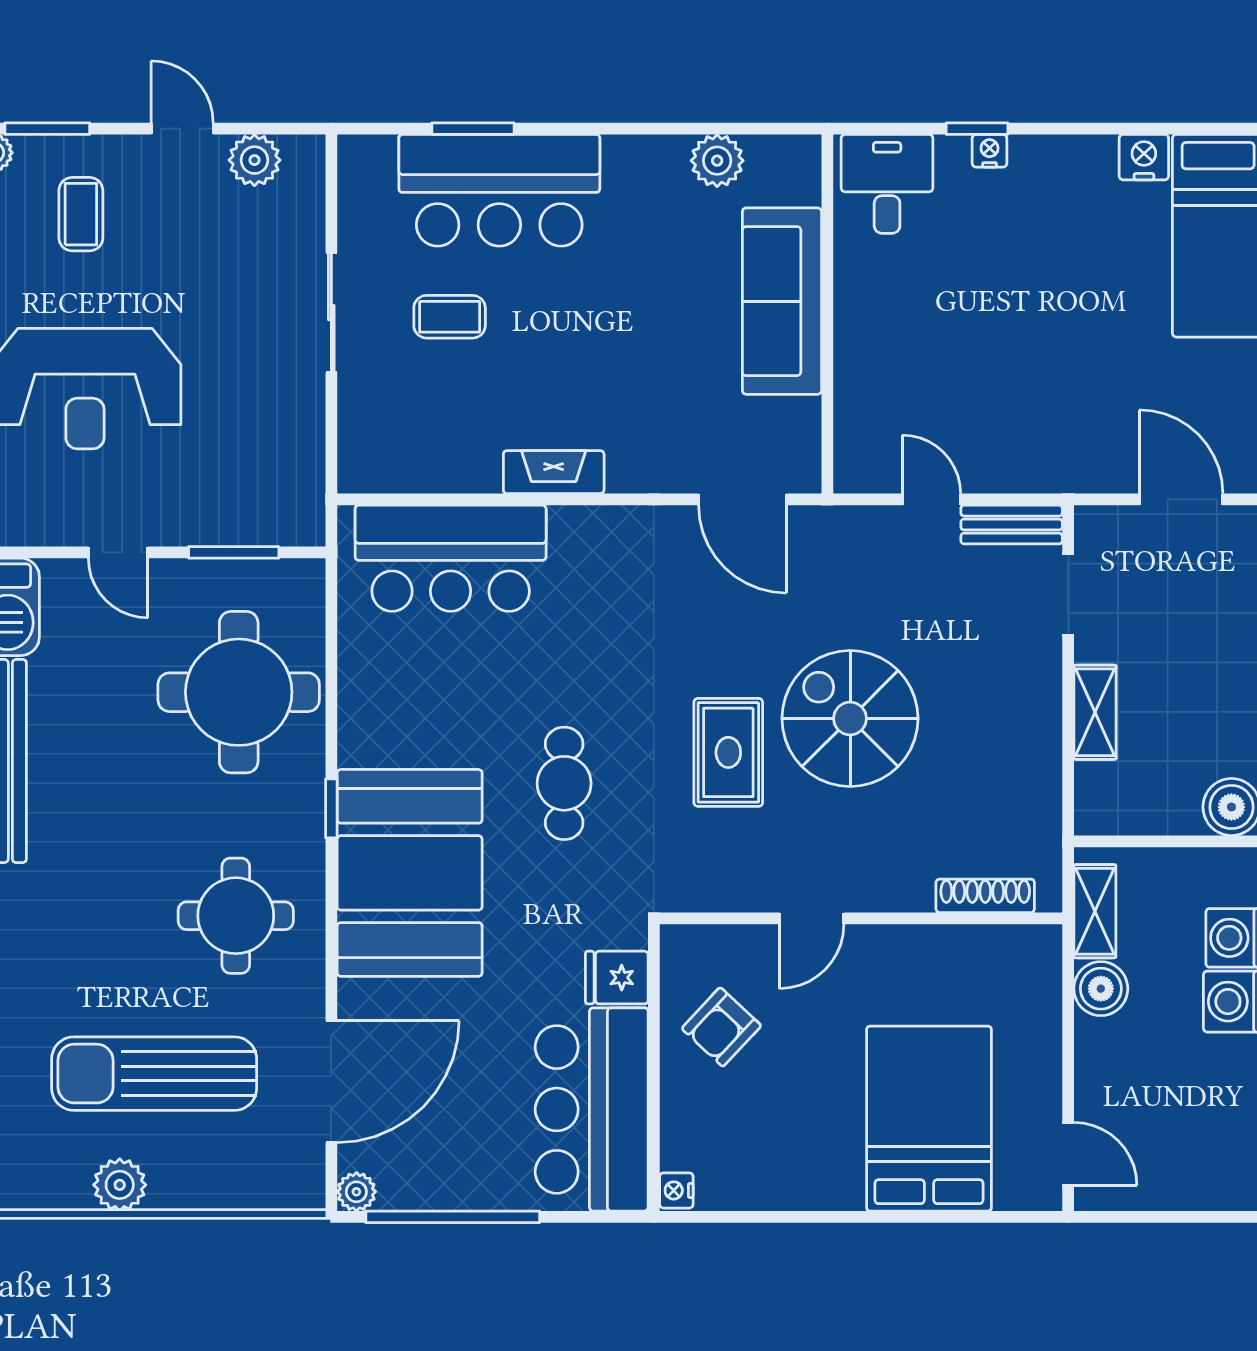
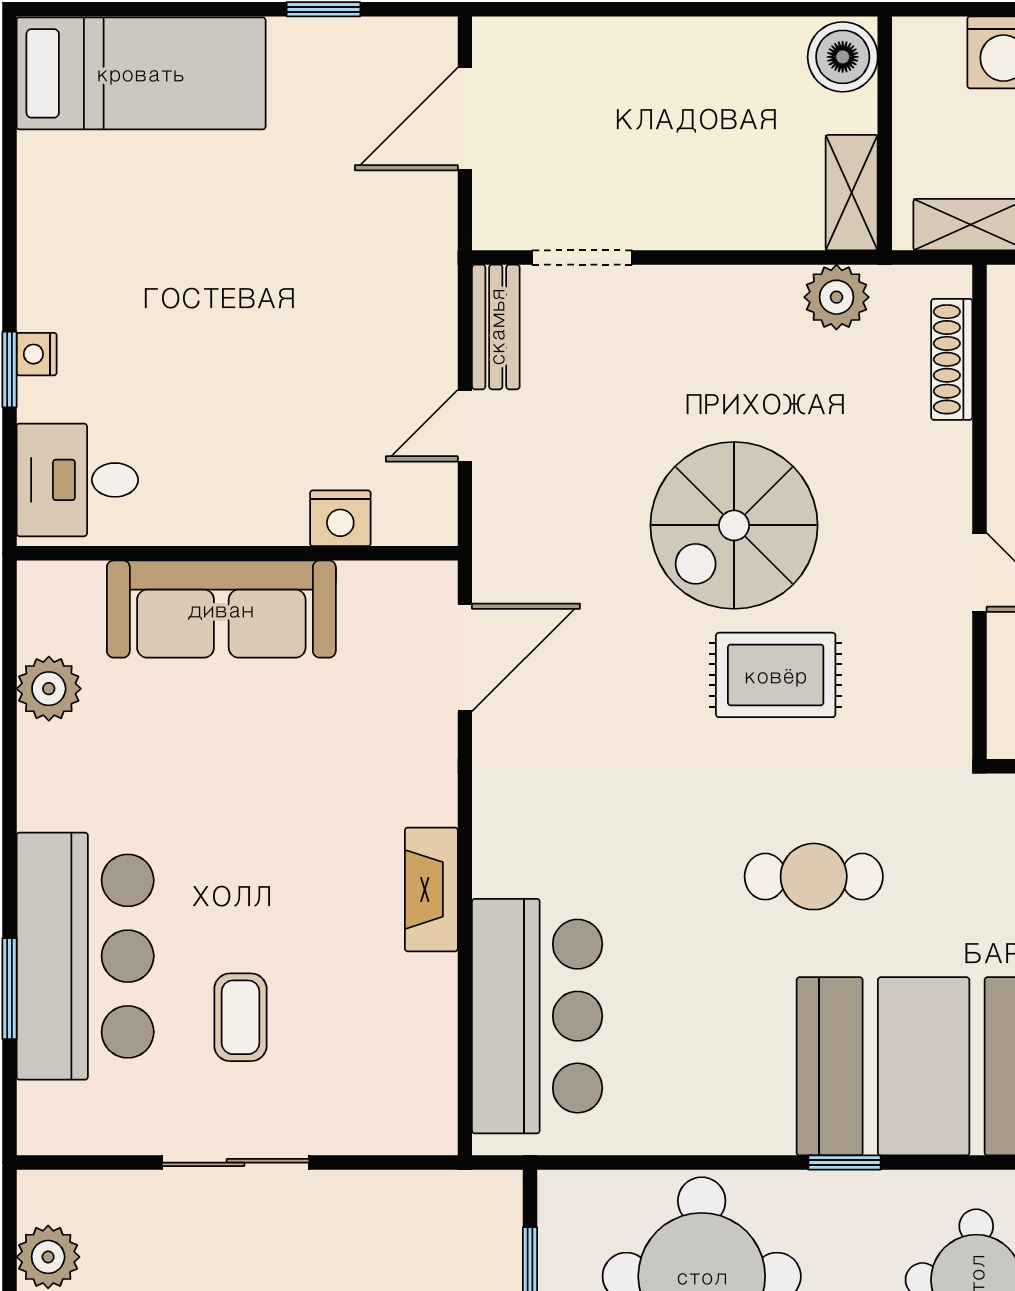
nightstand: (1144, 157) -> (340, 518), moved, turned -90
shelving: (1095, 712) -> (852, 193), moved, turned 90
plant: (1036, 802) -> (836, 297), added

